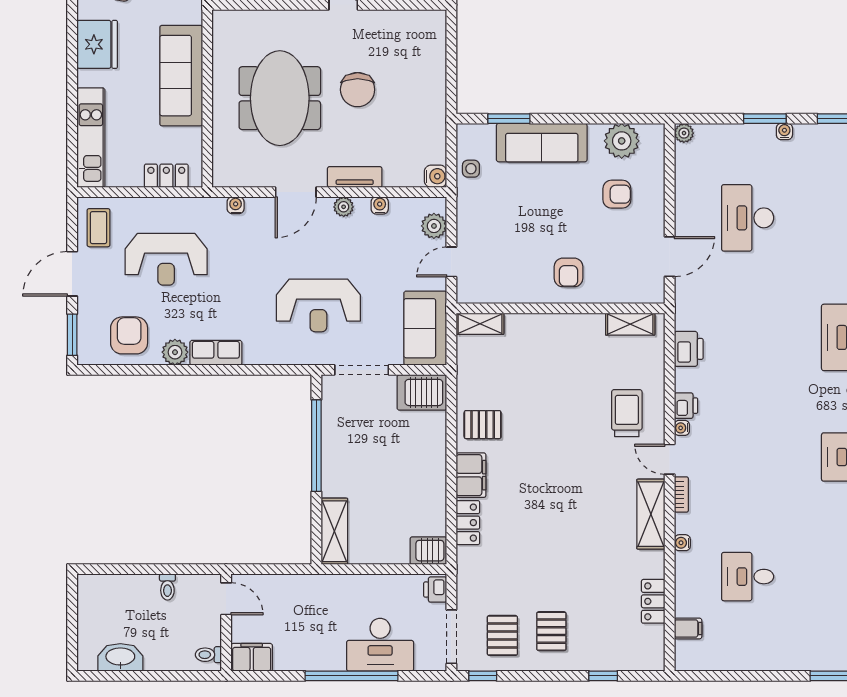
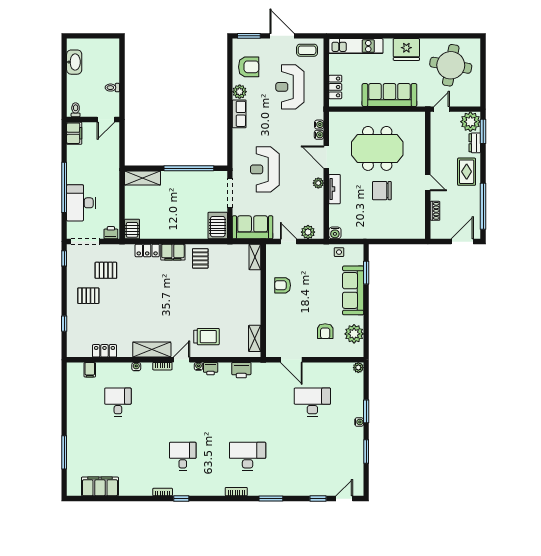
water cooler: (380, 205) -> (319, 135), moved
armchair: (568, 272) -> (283, 285), moved
pallet: (502, 635) -> (106, 270), moved

